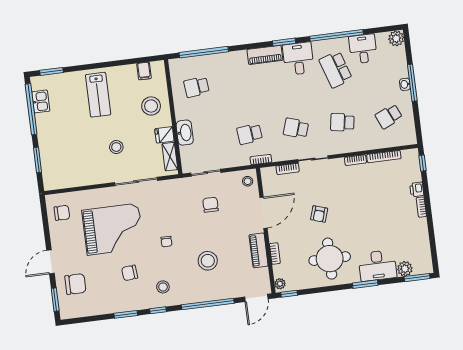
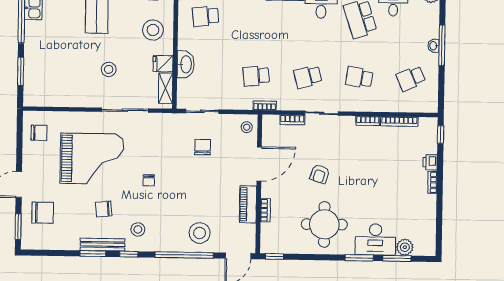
school desk: (296, 128) -> (308, 77), turned -33
stool: (208, 261) -> (200, 233), moved
window: (417, 278) -> (397, 258), moved
plant: (280, 284) -> (266, 244), removed
bench: (133, 305) -> (102, 245), added

